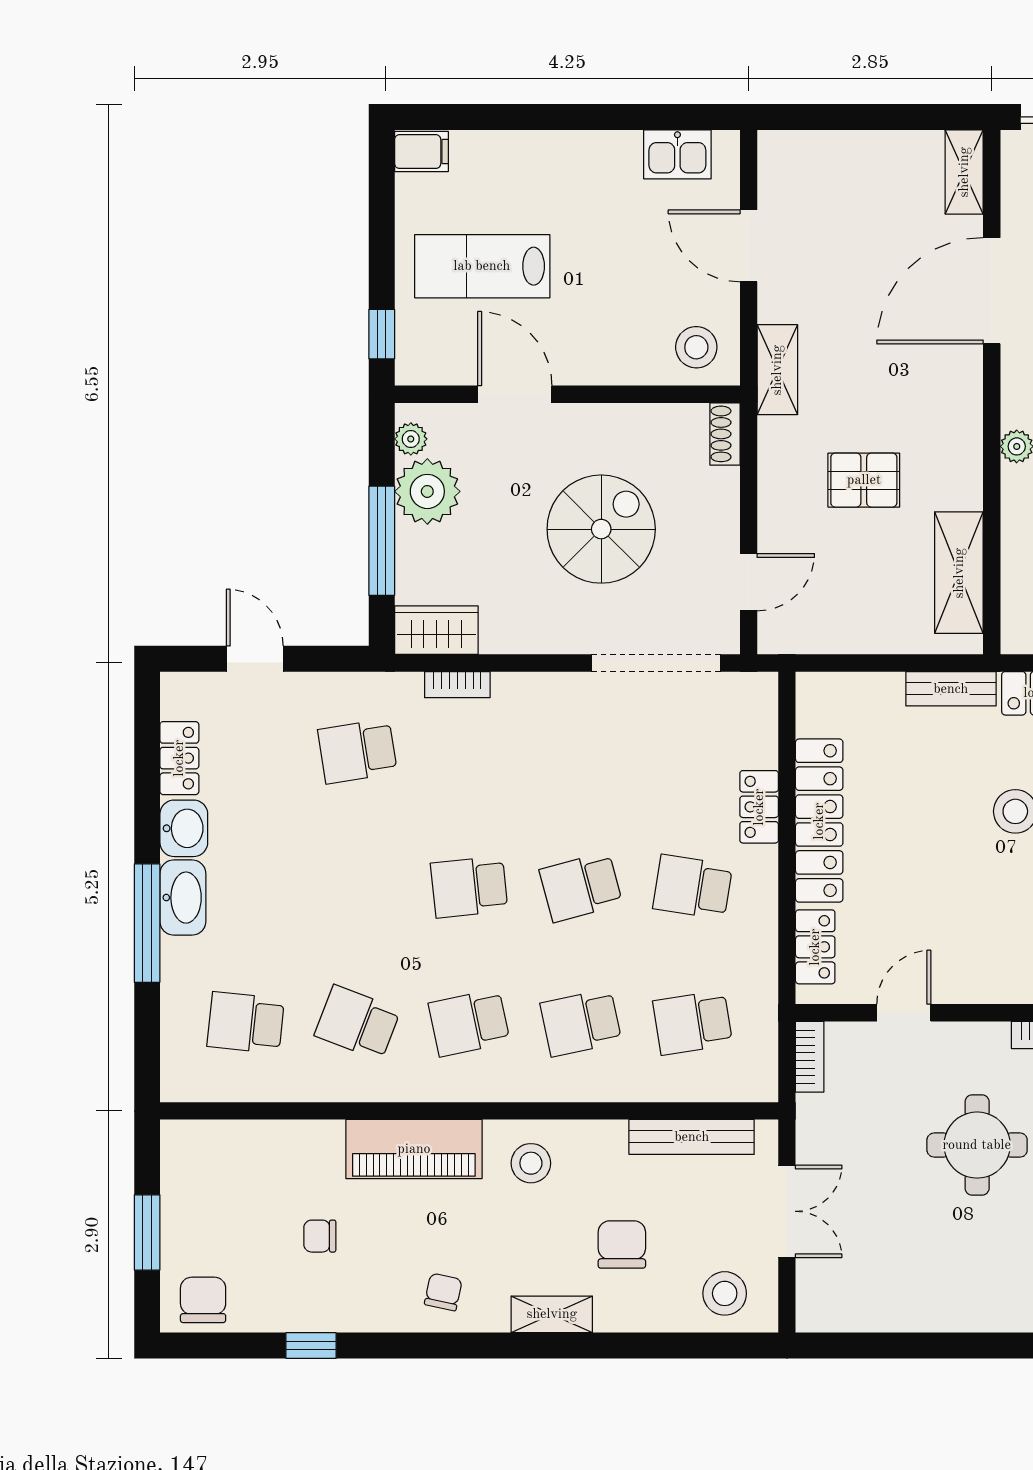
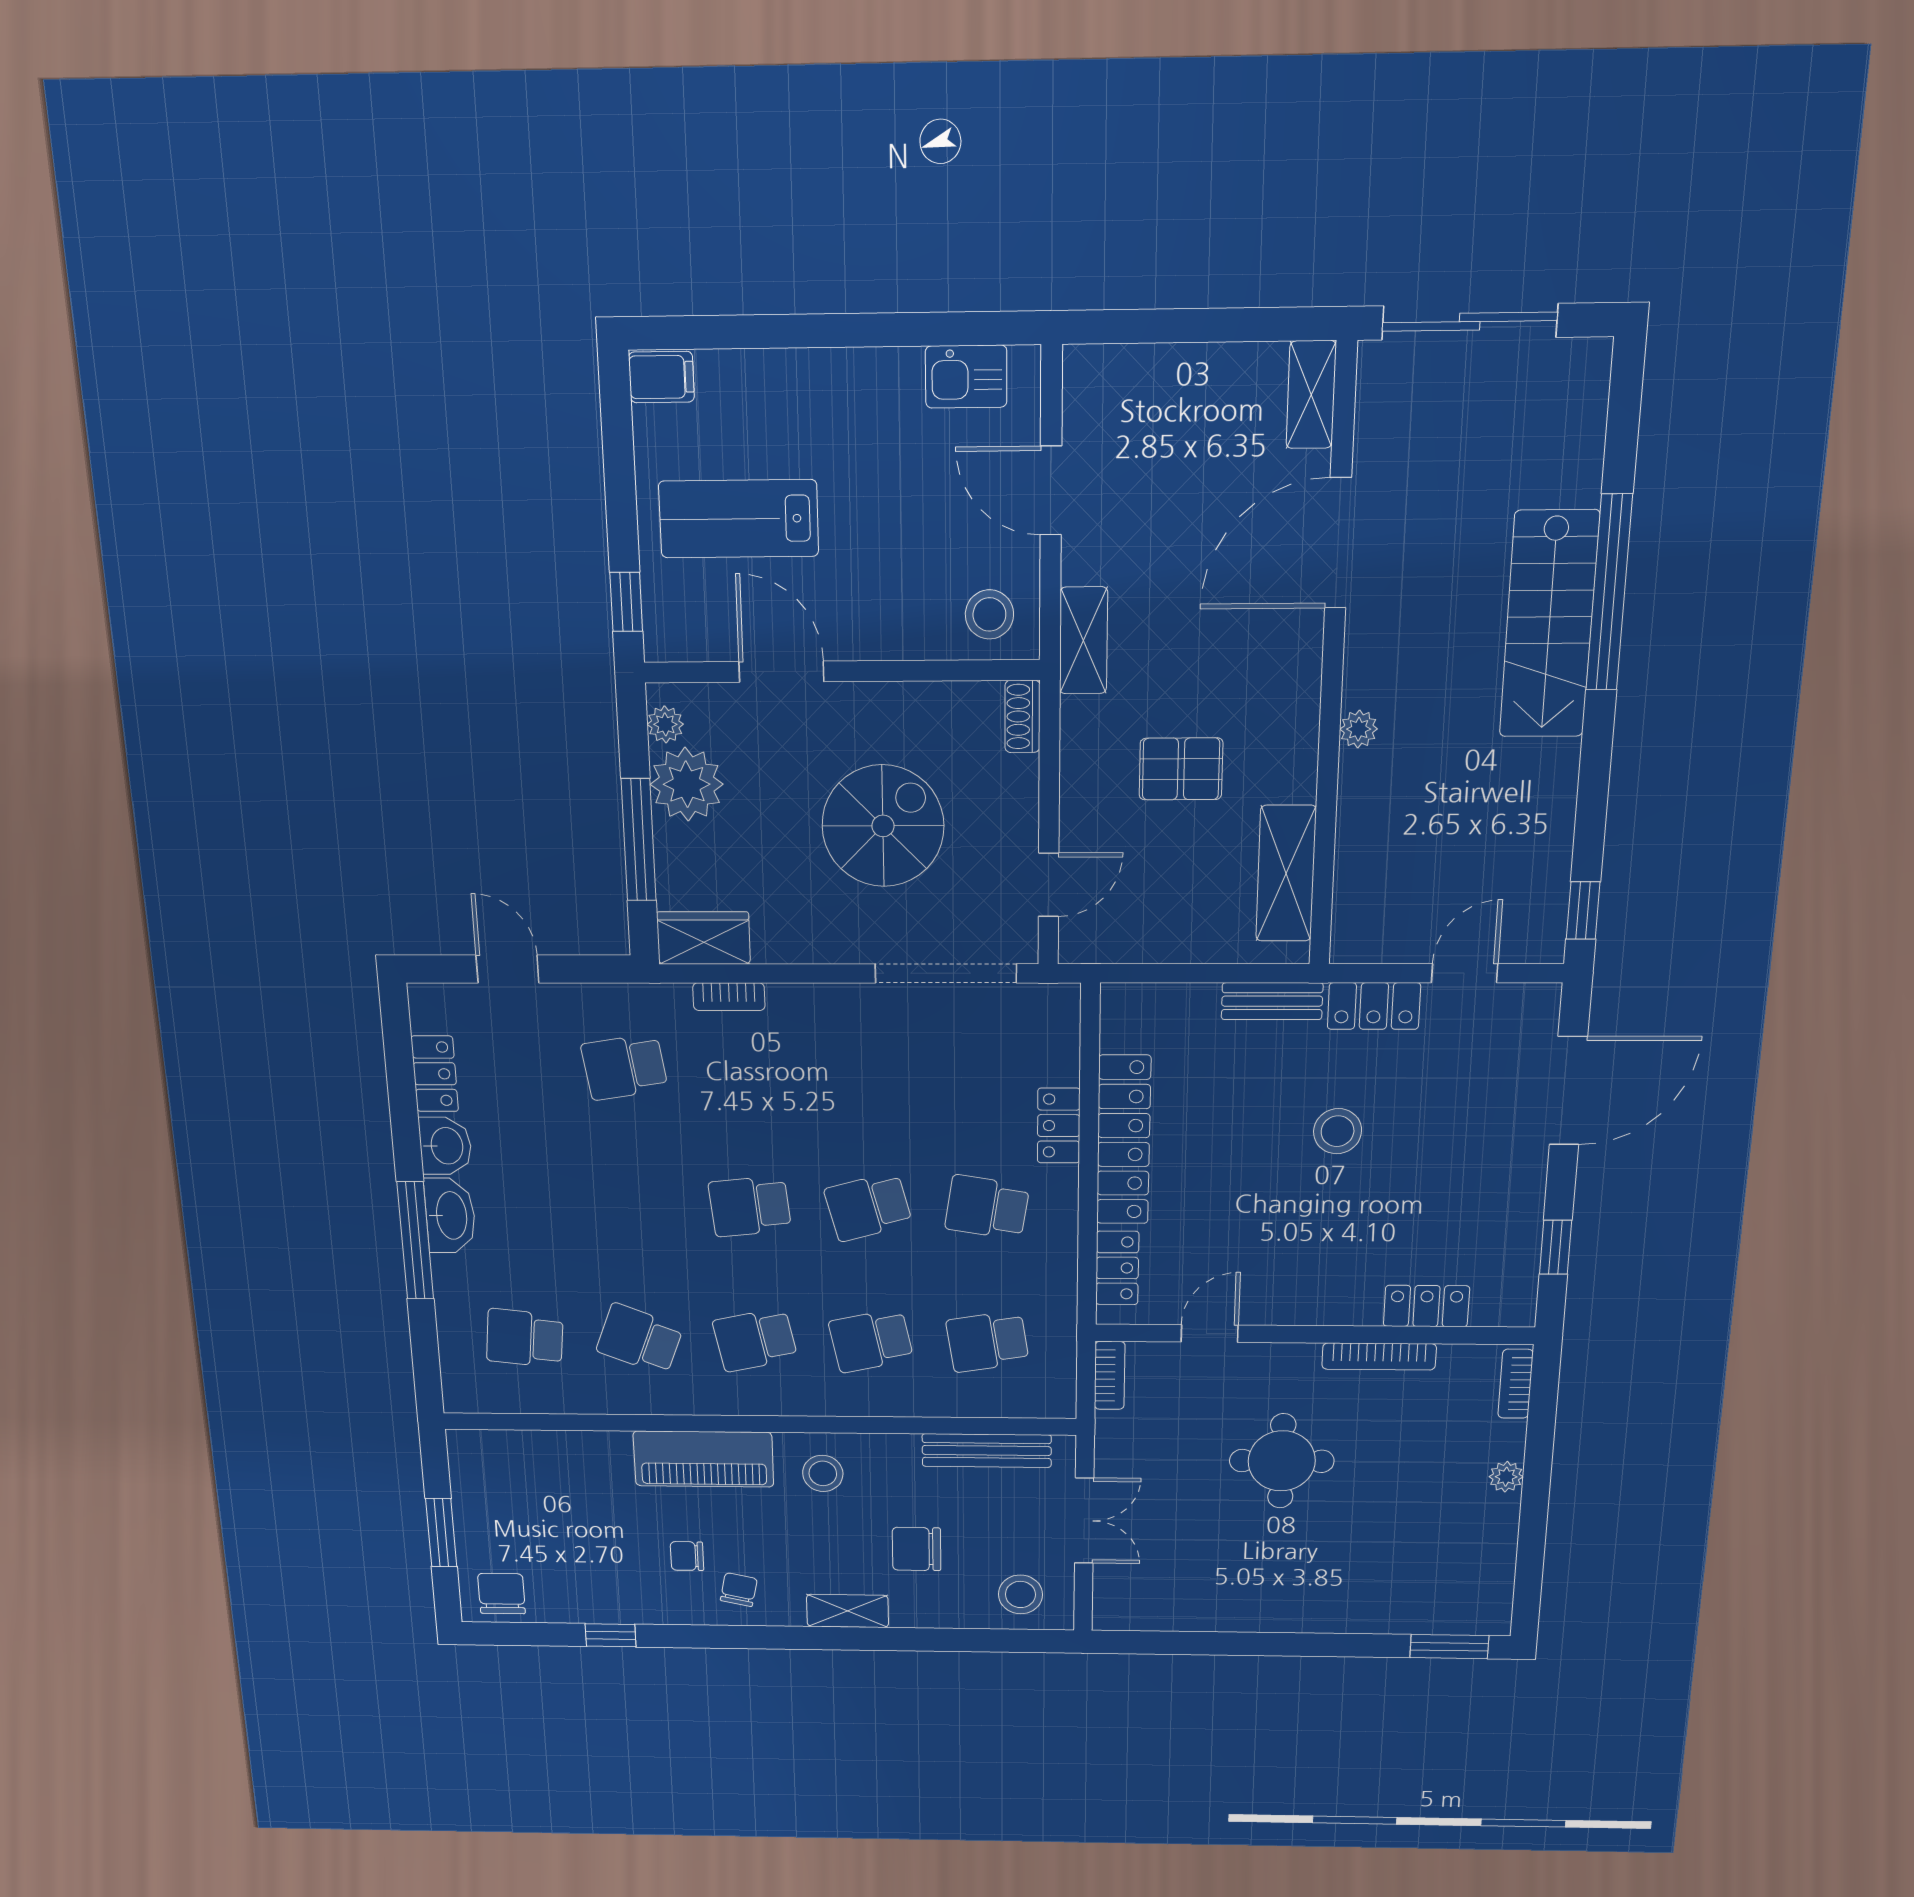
chair: (320, 1236) -> (687, 1556), moved
chair: (622, 1245) -> (917, 1549), turned -90

